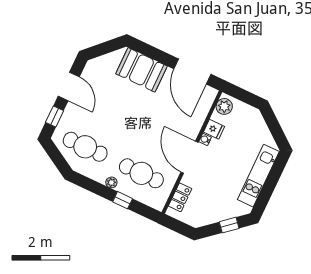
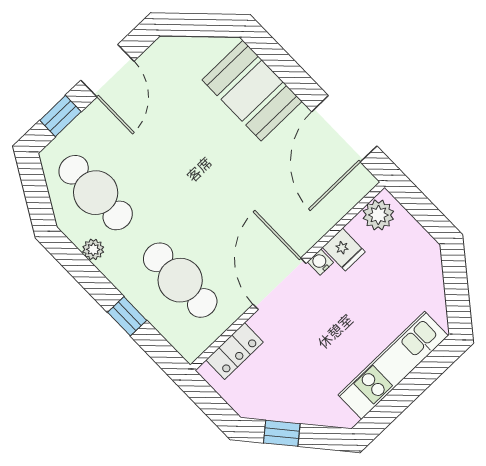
plant: (111, 182) -> (93, 249), moved
window: (229, 225) -> (282, 433), moved

